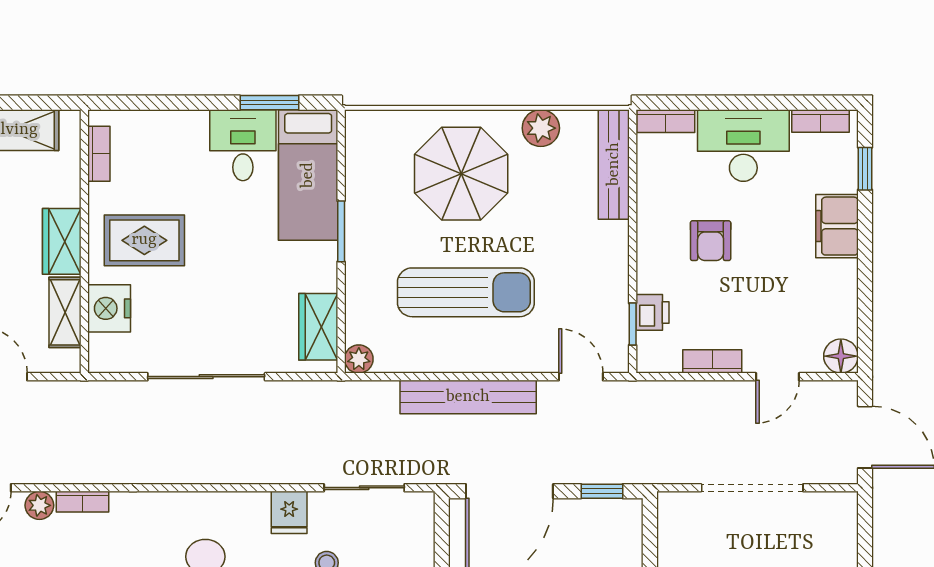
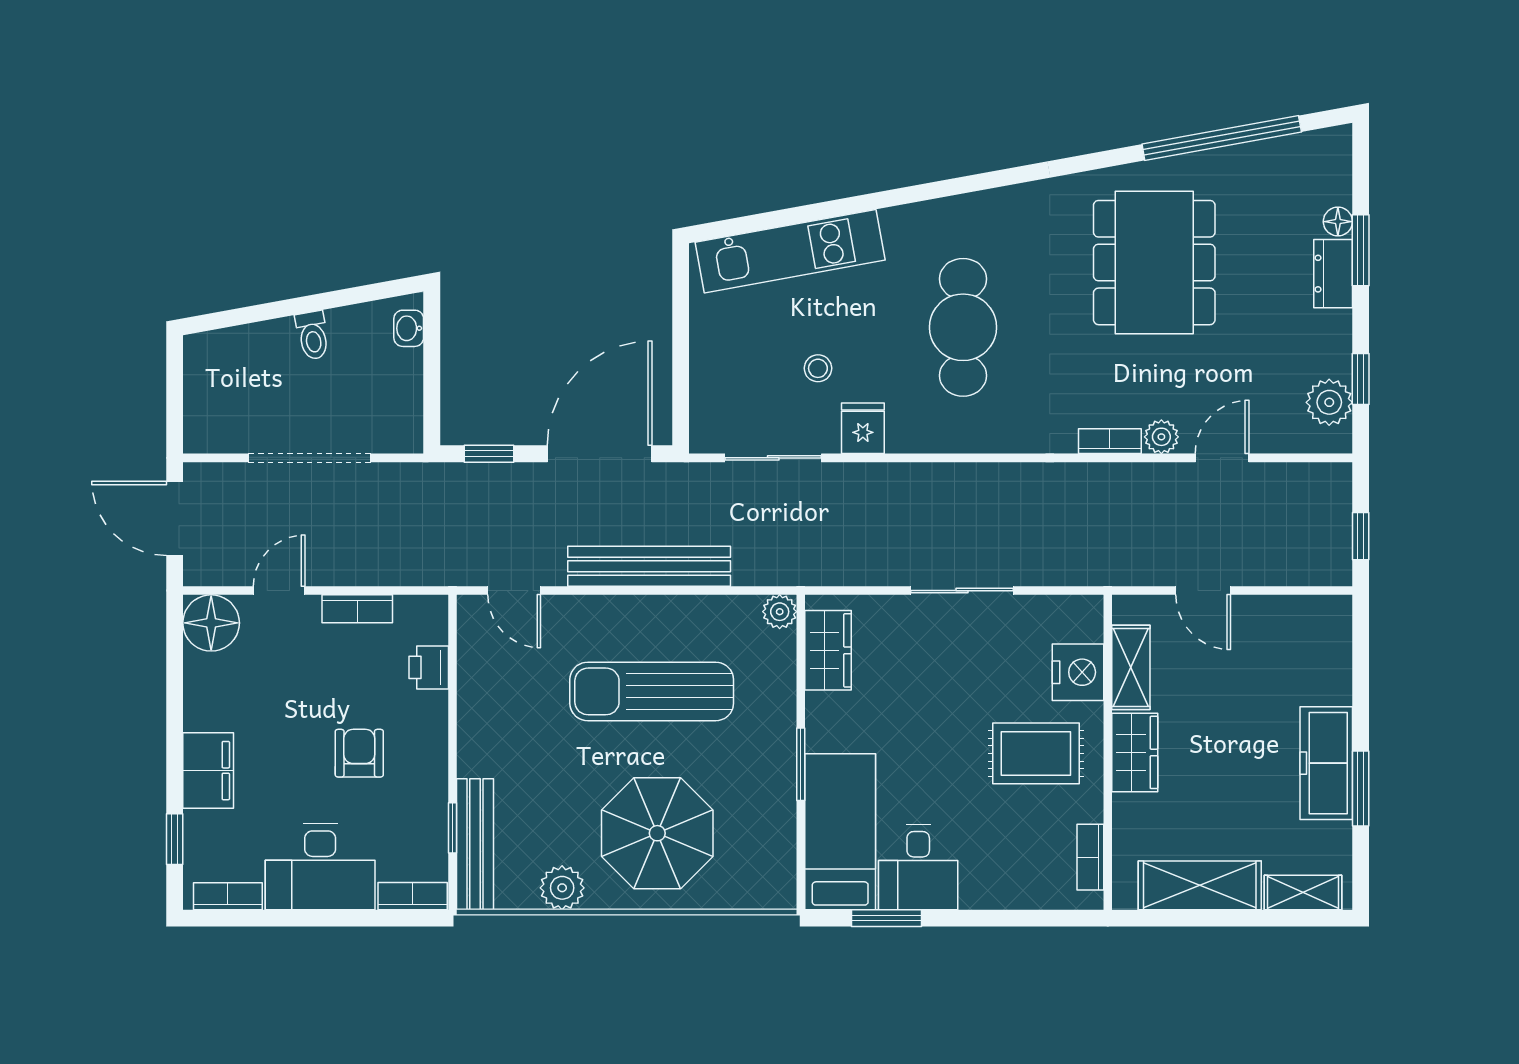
window: (633, 324) -> (452, 828), moved
floor lamp: (841, 356) -> (211, 623), width x1.38, depth x1.38
sliding door: (206, 377) -> (962, 591), width x0.73

